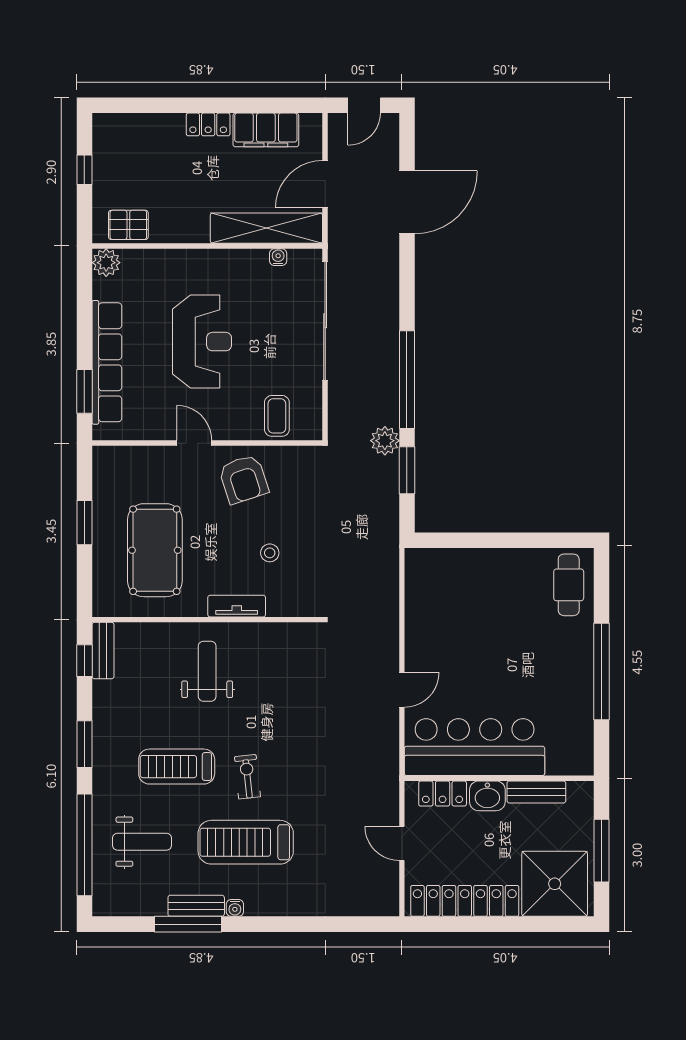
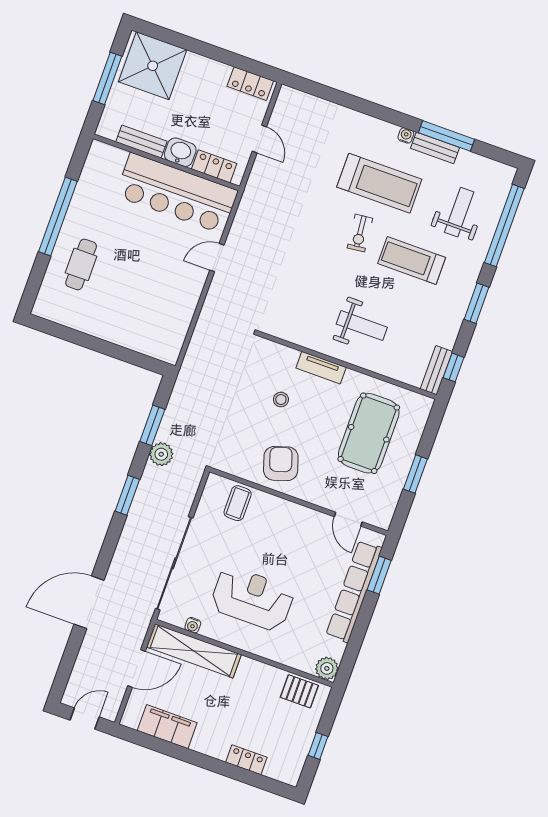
locker: (208, 124) -> (246, 760), moved
door: (407, 202) -> (89, 602), moved
reception desk: (202, 342) -> (252, 599), moved, turned 90
window: (407, 380) -> (127, 495), width x0.47
door: (194, 443) -> (348, 519), moved
cafe table: (569, 585) -> (81, 264), moved
weight bench: (207, 671) -> (362, 326), turned -90
treadmill: (177, 767) -> (412, 261), turned 180
weight bench: (142, 842) -> (459, 212), turned 90
locker: (465, 901) -> (250, 84), width x0.46, depth x0.83

